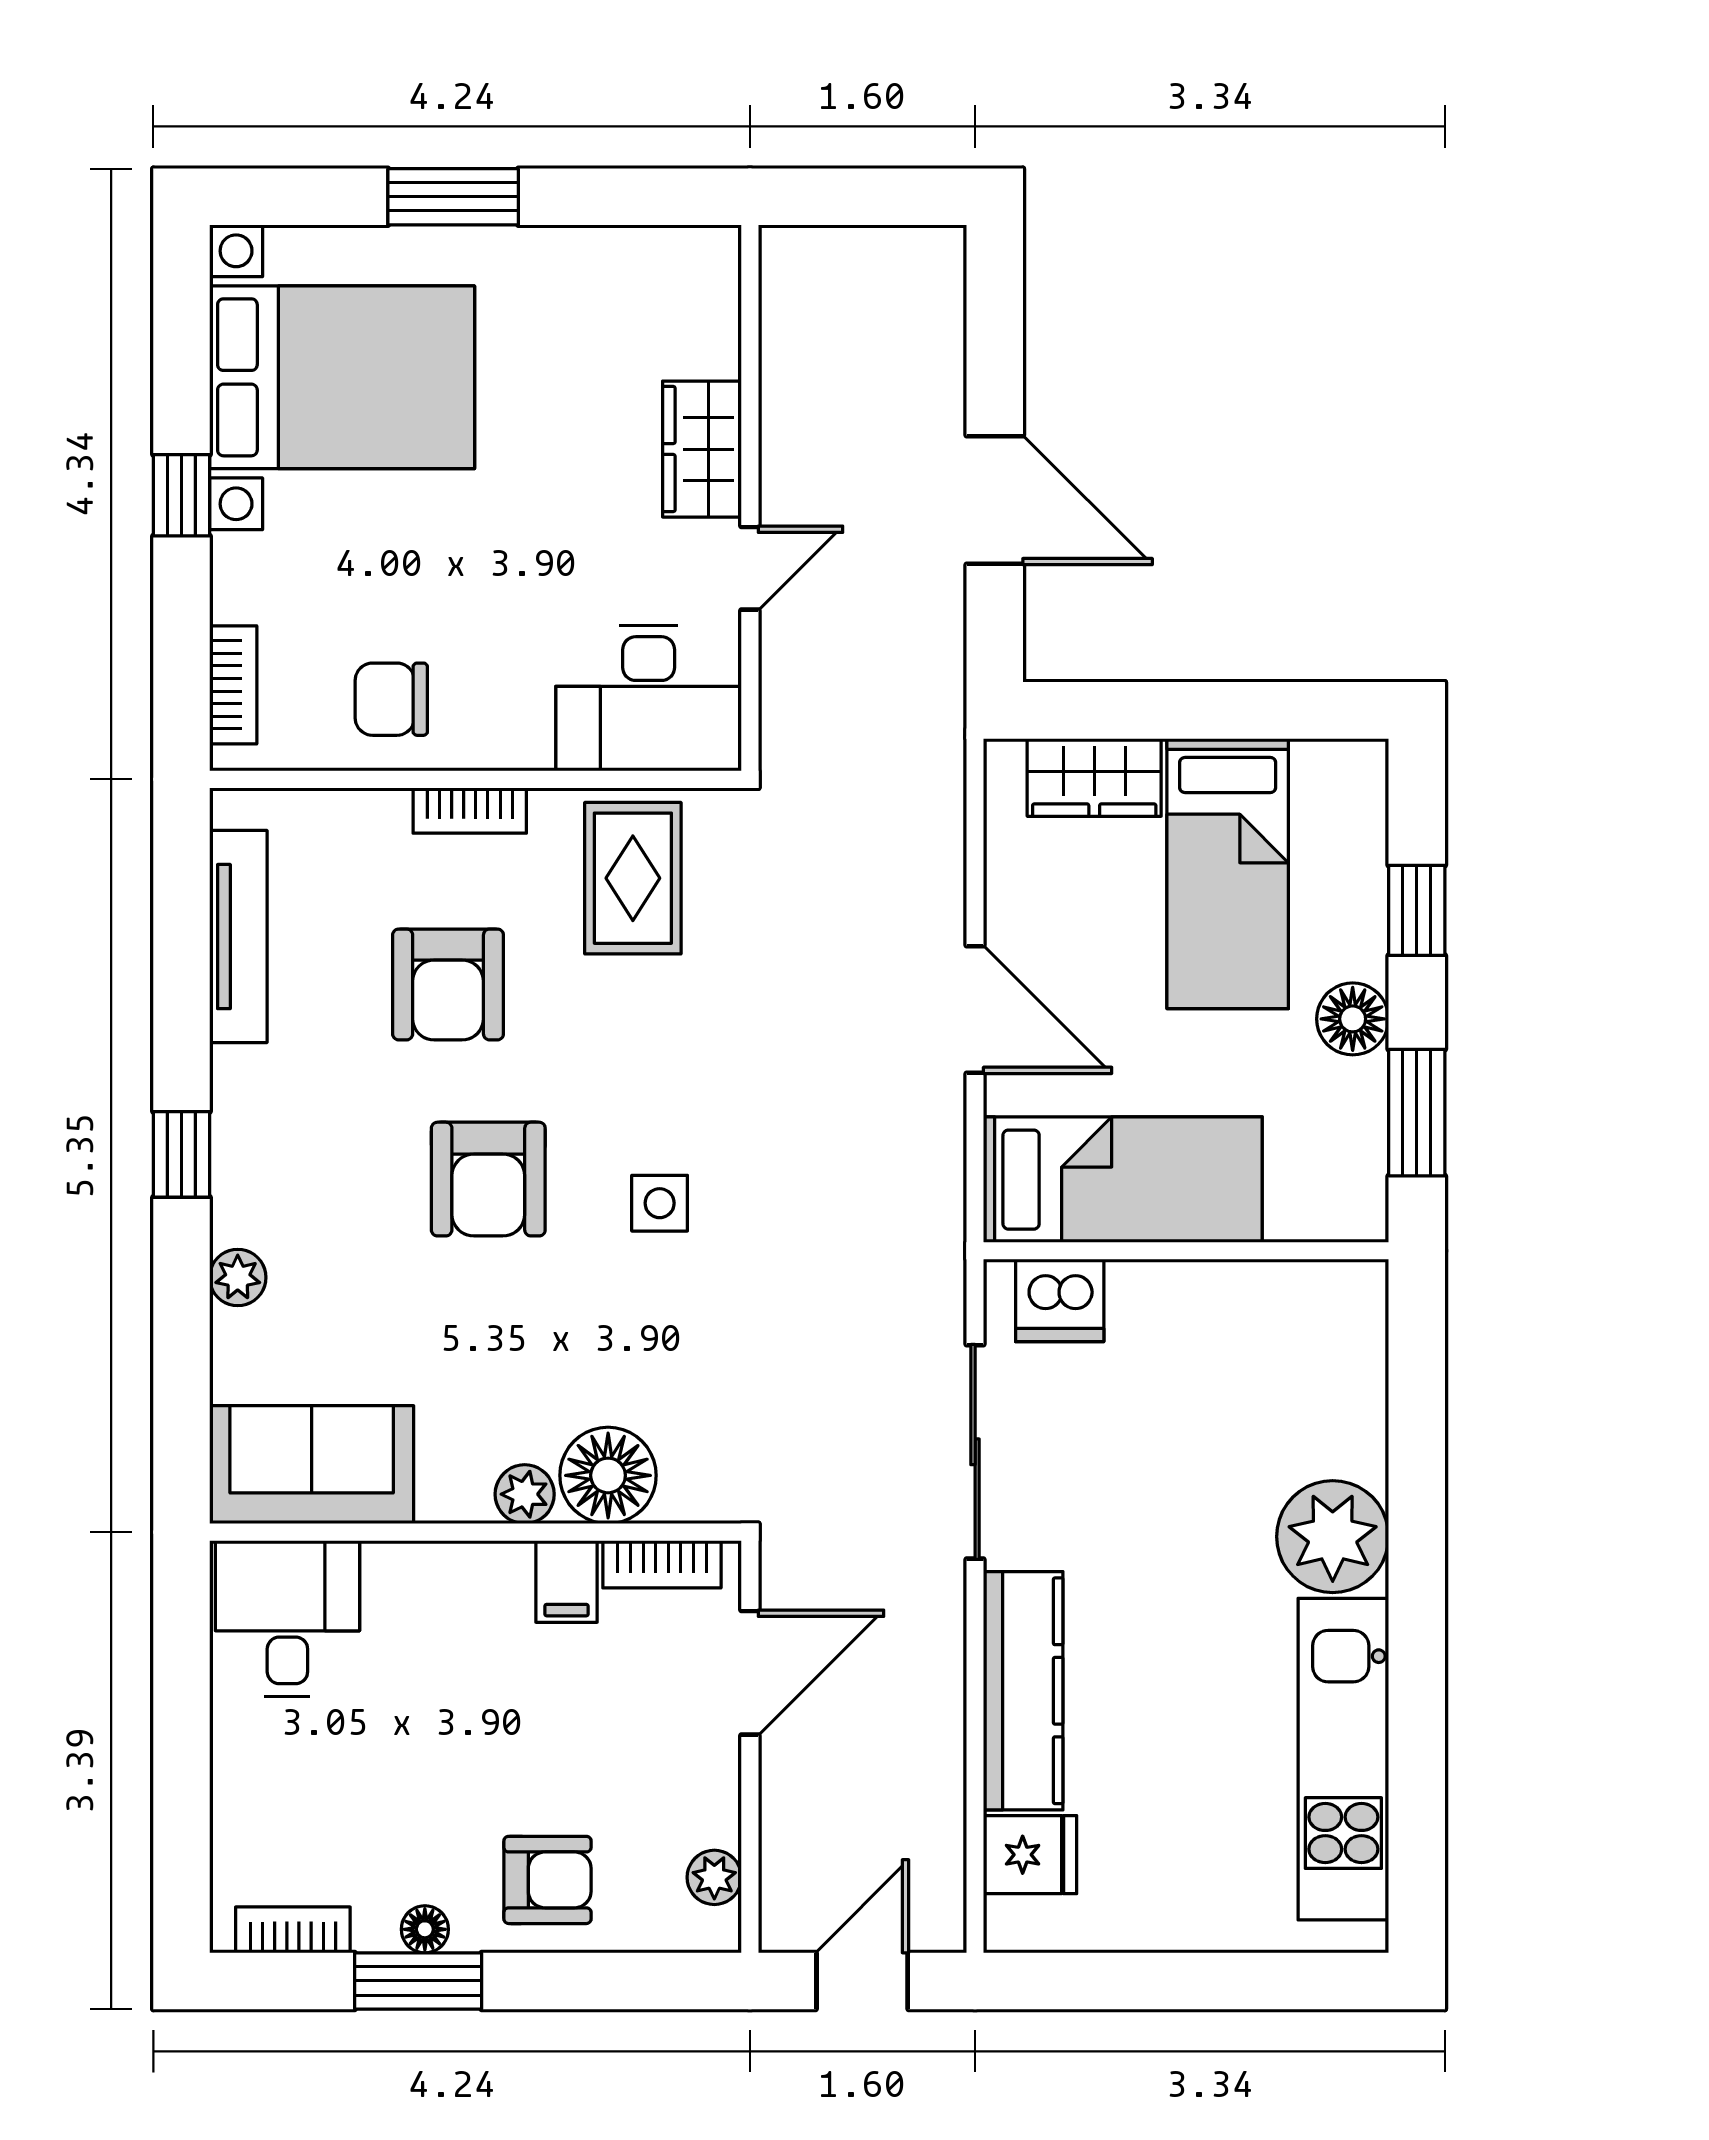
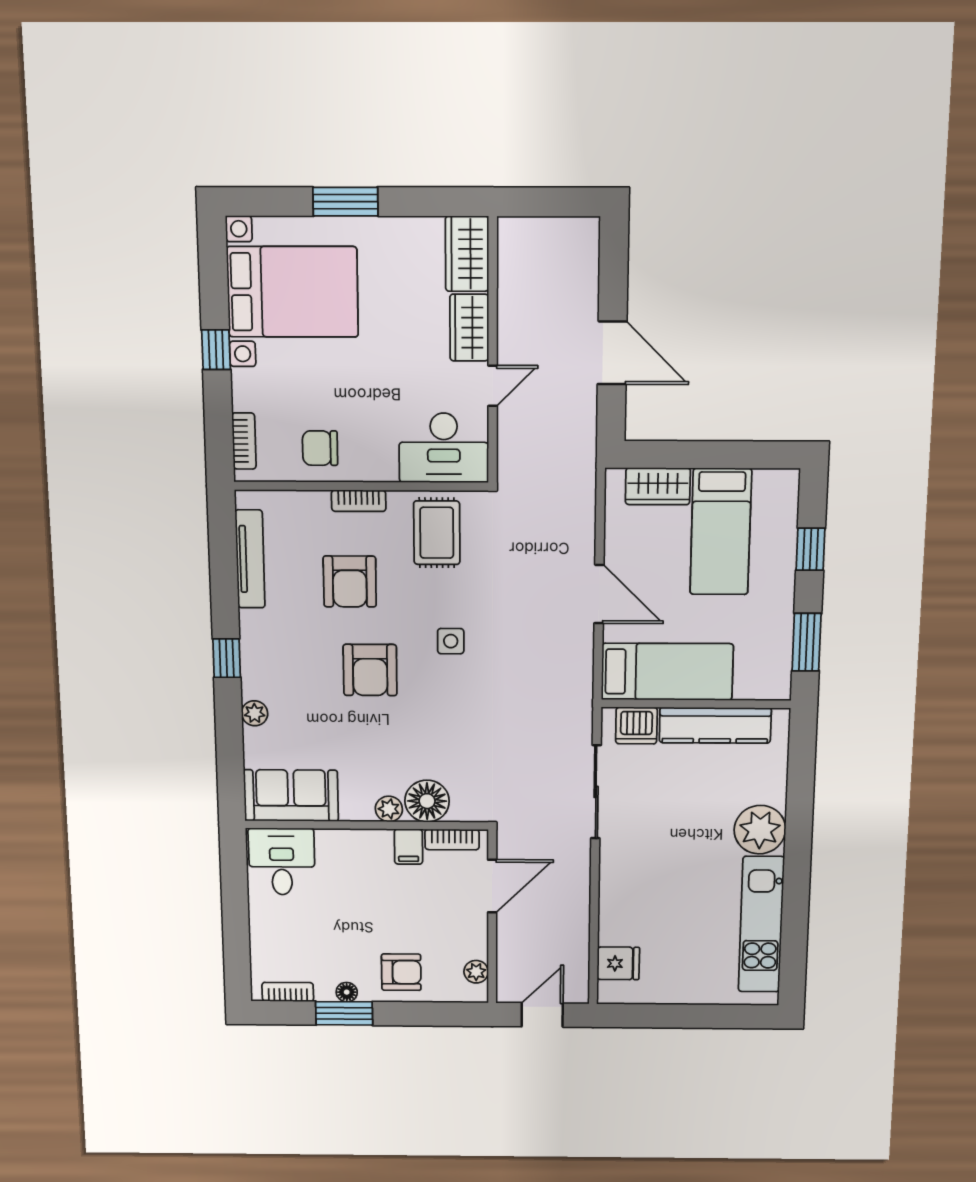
wardrobe: (698, 300) -> (467, 254), added
floor lamp: (1353, 1019) -> (778, 599), removed
side table: (660, 1203) -> (451, 641), moved
kitchen counter: (1023, 1691) -> (715, 725), moved, turned 90

